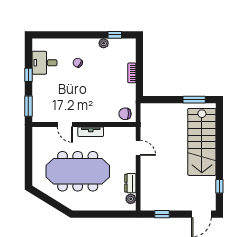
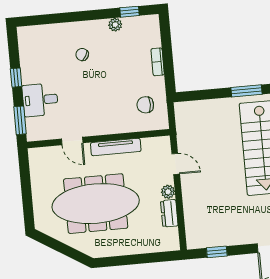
desk: (44, 63) -> (40, 100), moved
chair: (125, 114) -> (145, 105), moved
tv unit: (91, 132) -> (116, 147), width x1.41
plant: (131, 199) -> (168, 192), moved

